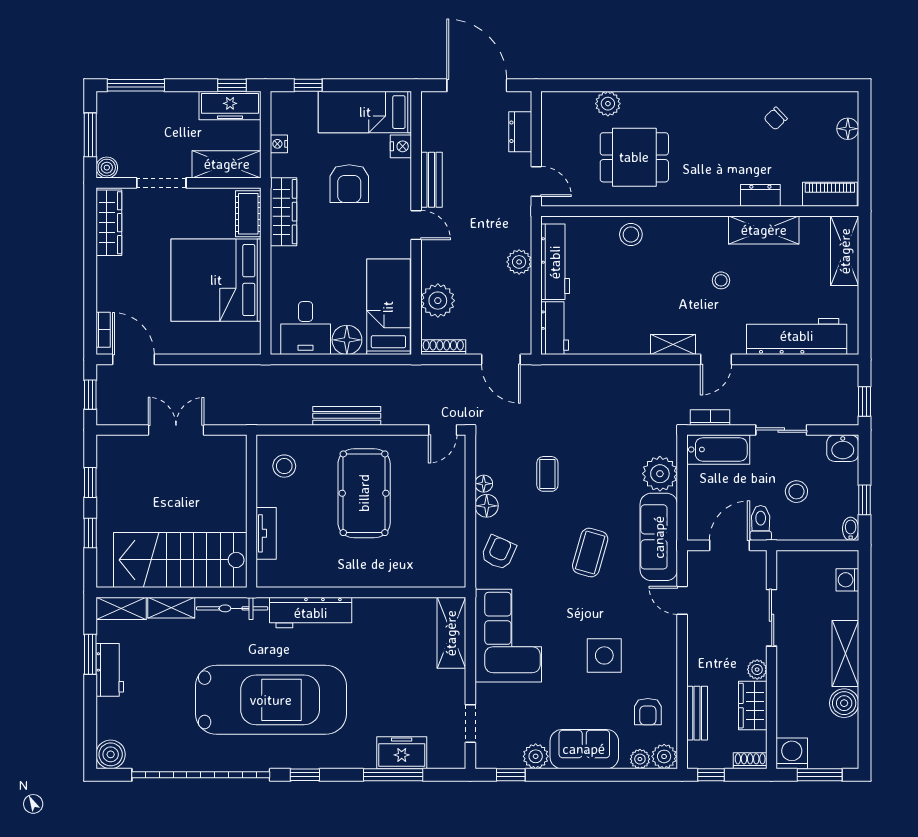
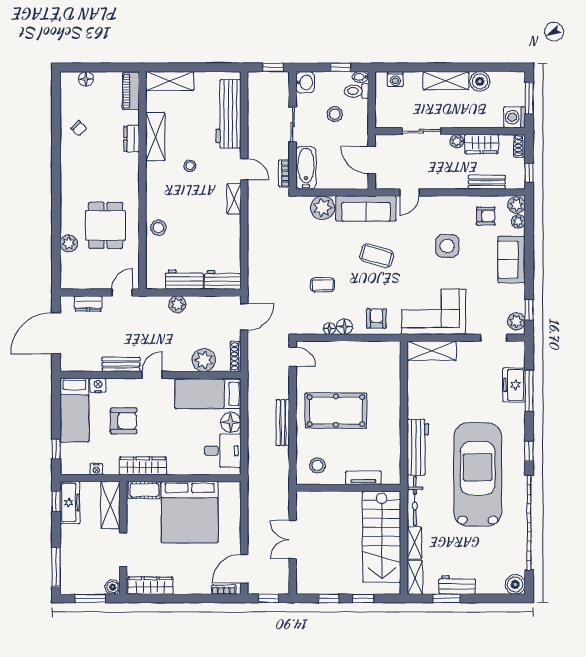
workbench: (555, 262) -> (184, 280), width x0.73
toilet: (761, 523) -> (356, 91), moved
armchair: (499, 552) -> (377, 318), turned 66
plant: (536, 756) -> (516, 321), moved

